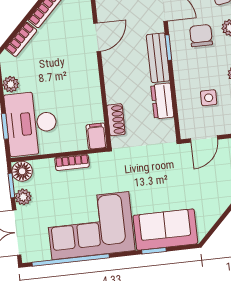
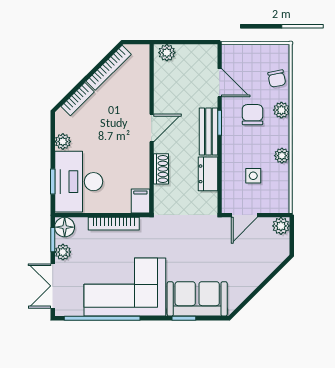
door: (97, 37) -> (152, 128), moved
shoe rack: (116, 120) -> (161, 169), moved
bookcase: (72, 162) -> (114, 224), width x1.56

